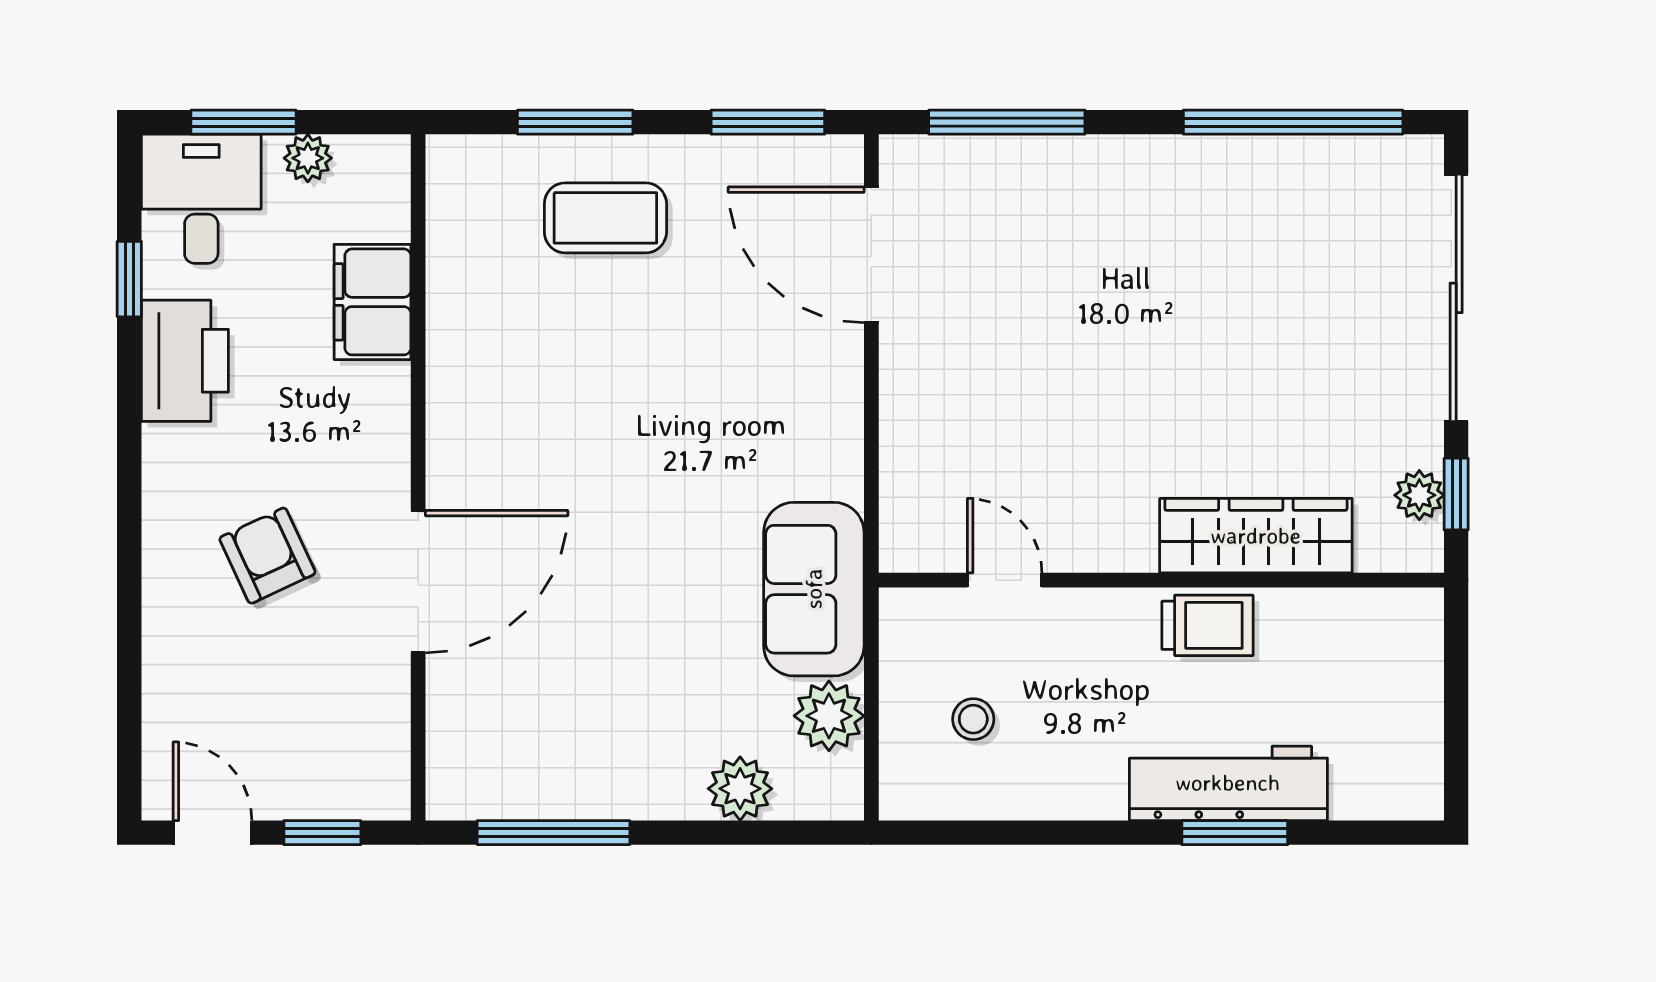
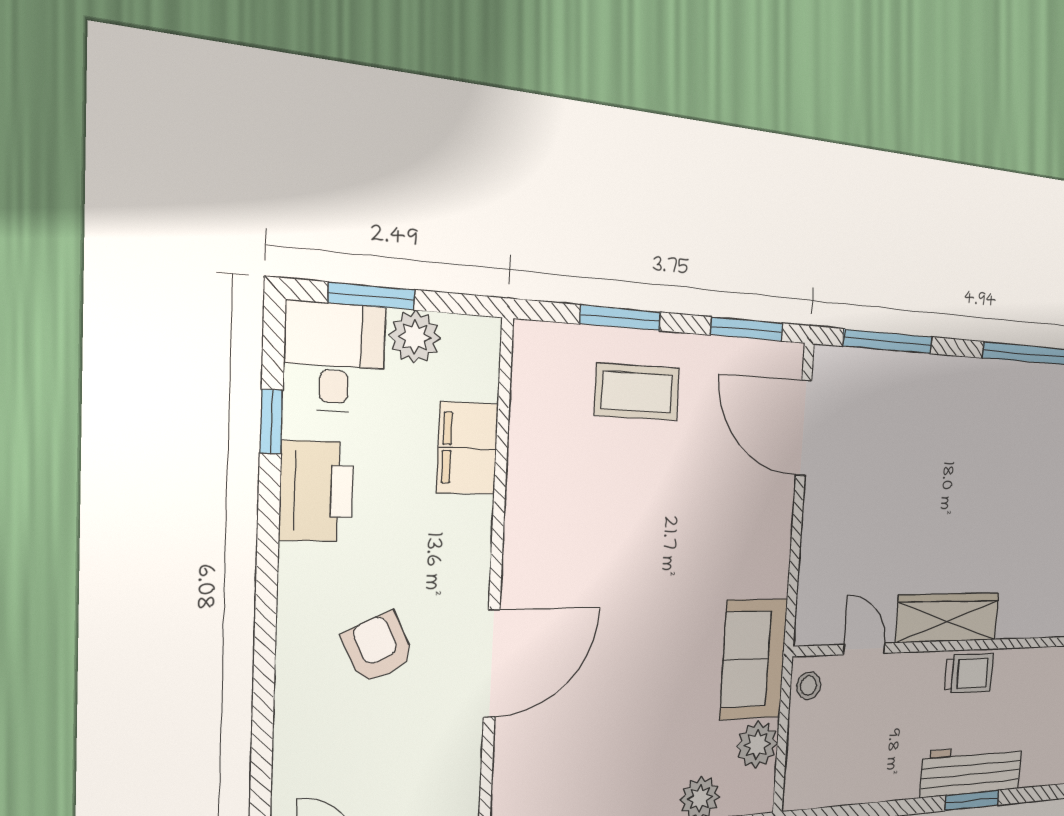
plant: (308, 158) -> (415, 337), width x1.38, depth x1.38
wardrobe: (1256, 536) -> (948, 618), moved
stool: (973, 719) -> (808, 686), moved

